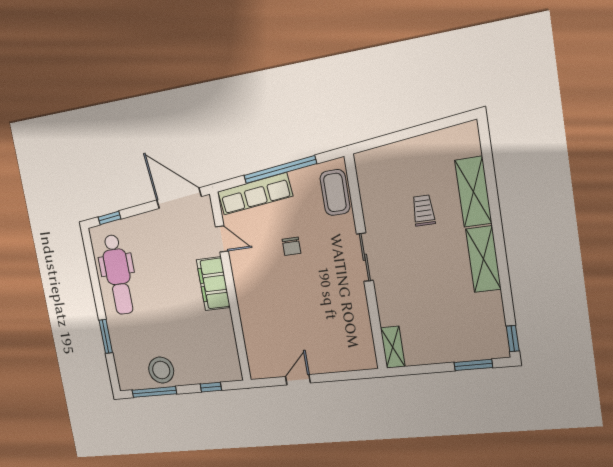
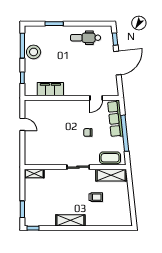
shelving: (473, 192) -> (111, 175), moved
door: (179, 198) -> (117, 63), moved
dental chair: (118, 275) -> (86, 38), width x0.73, depth x0.72
filing cabinet: (213, 284) -> (50, 89), moved

